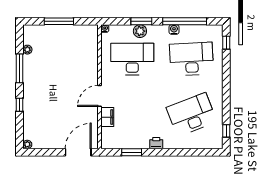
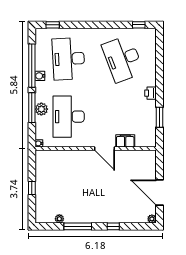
window: (59, 21) -> (32, 188), width x0.46
window: (141, 21) -> (32, 108), width x1.44
door: (78, 152) -> (159, 192), moved

